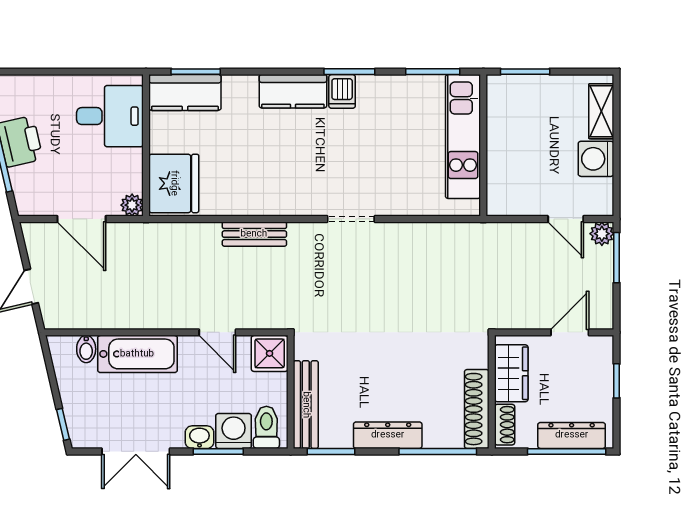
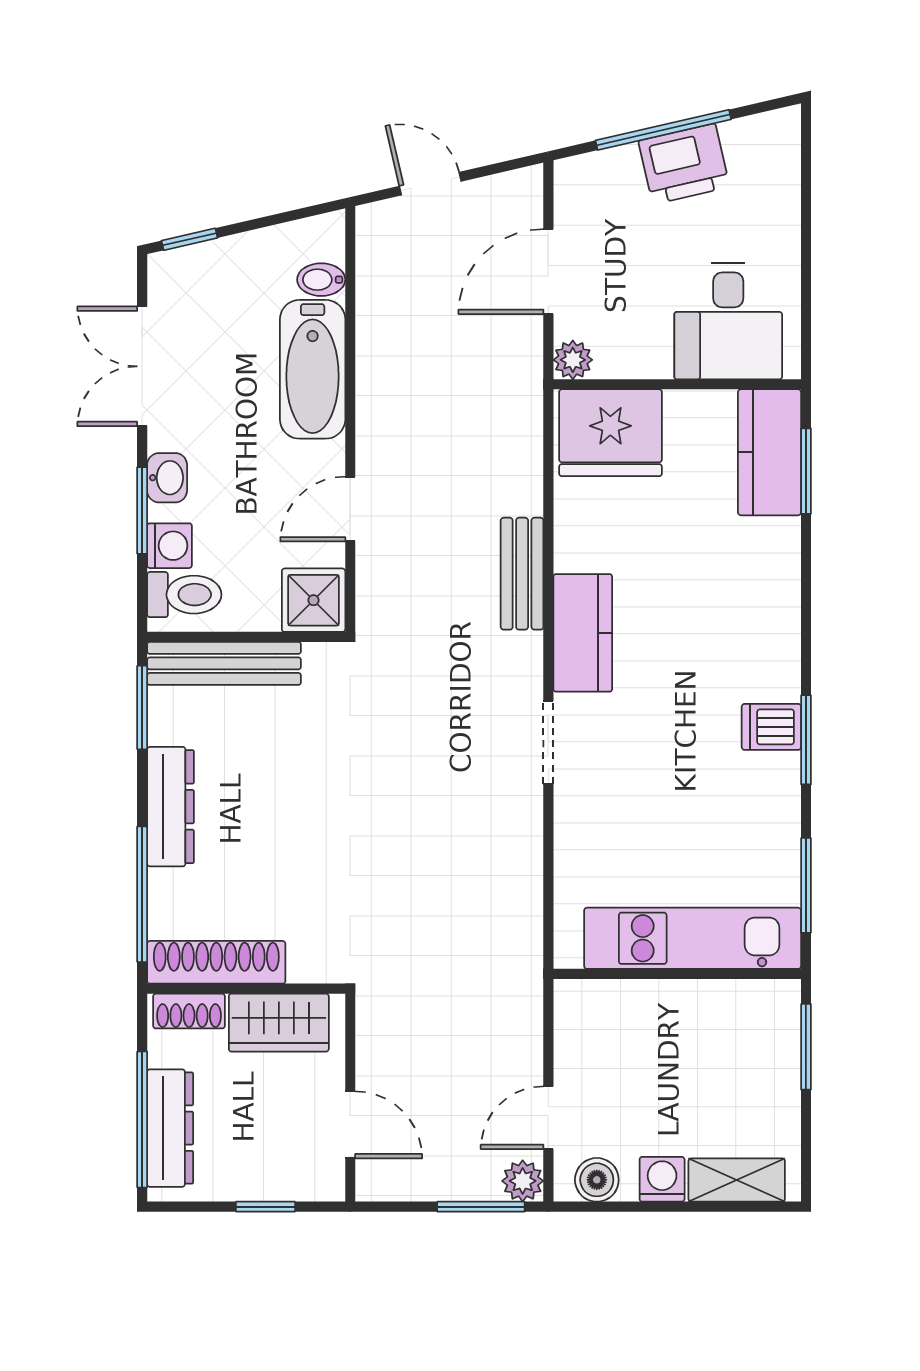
kitchen counter: (293, 91) -> (583, 633), moved, turned 180
washing machine: (596, 159) -> (662, 1179), width x0.73, depth x0.73
boiler: (601, 191) -> (597, 1180), added
washing machine: (234, 431) -> (169, 546), width x0.73, depth x0.73

